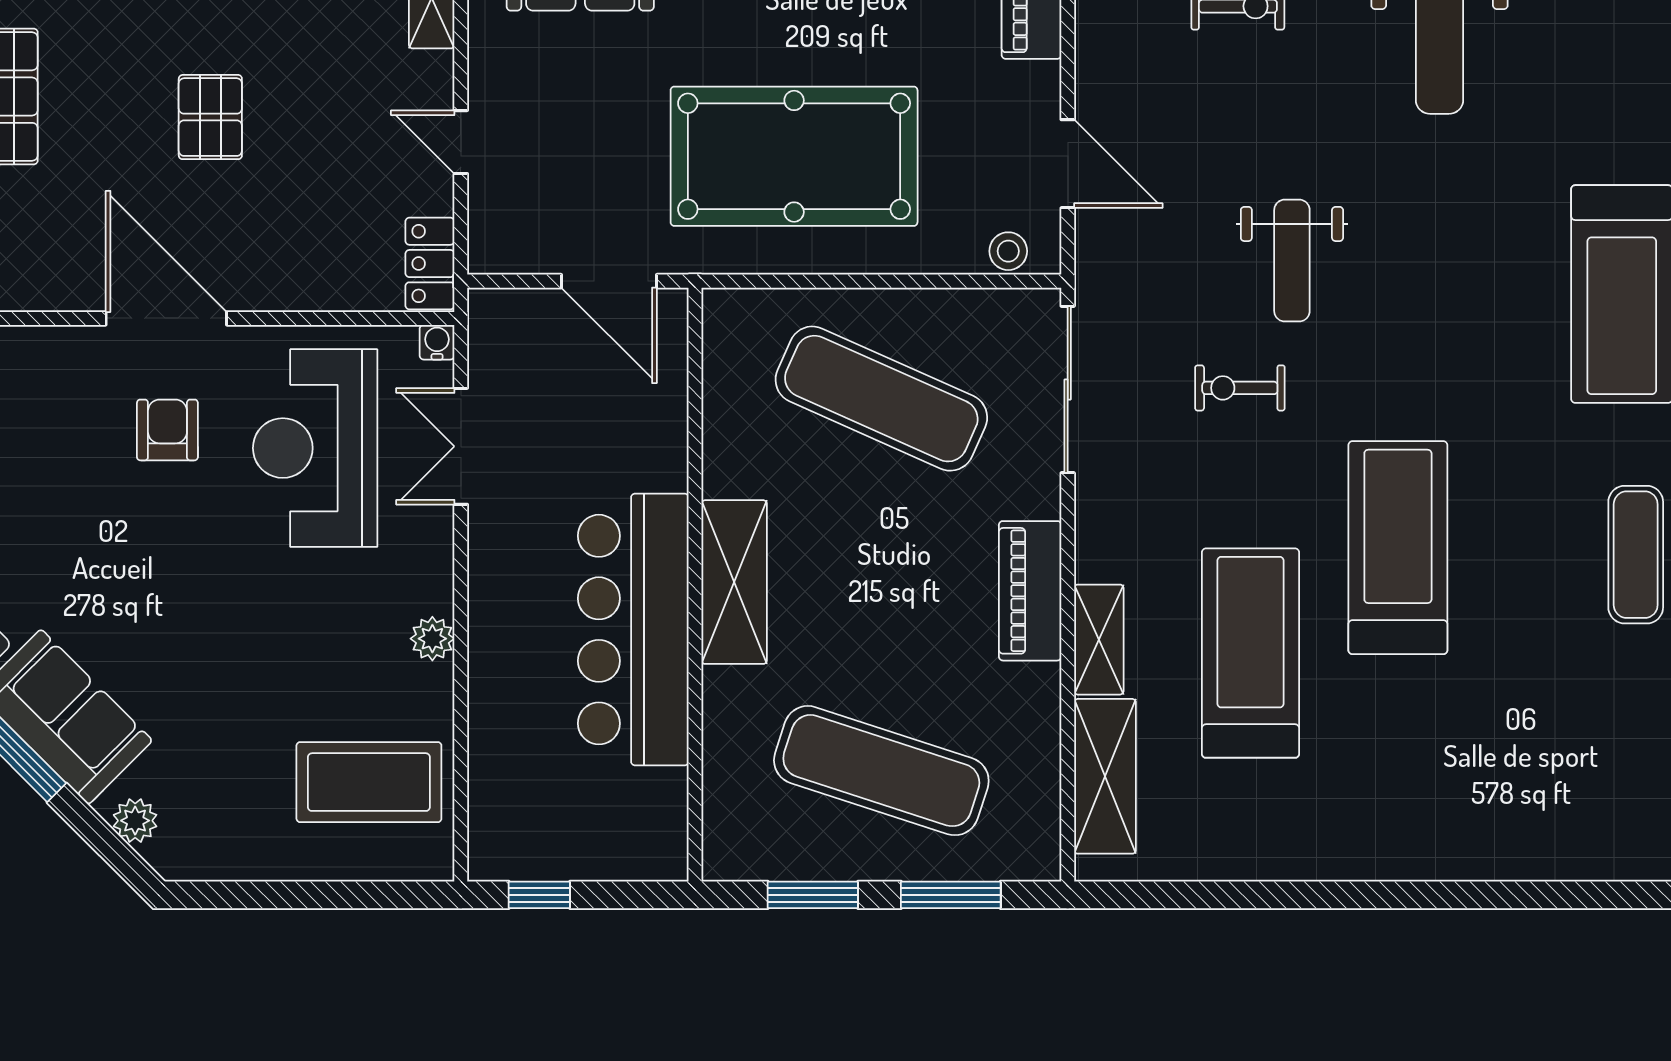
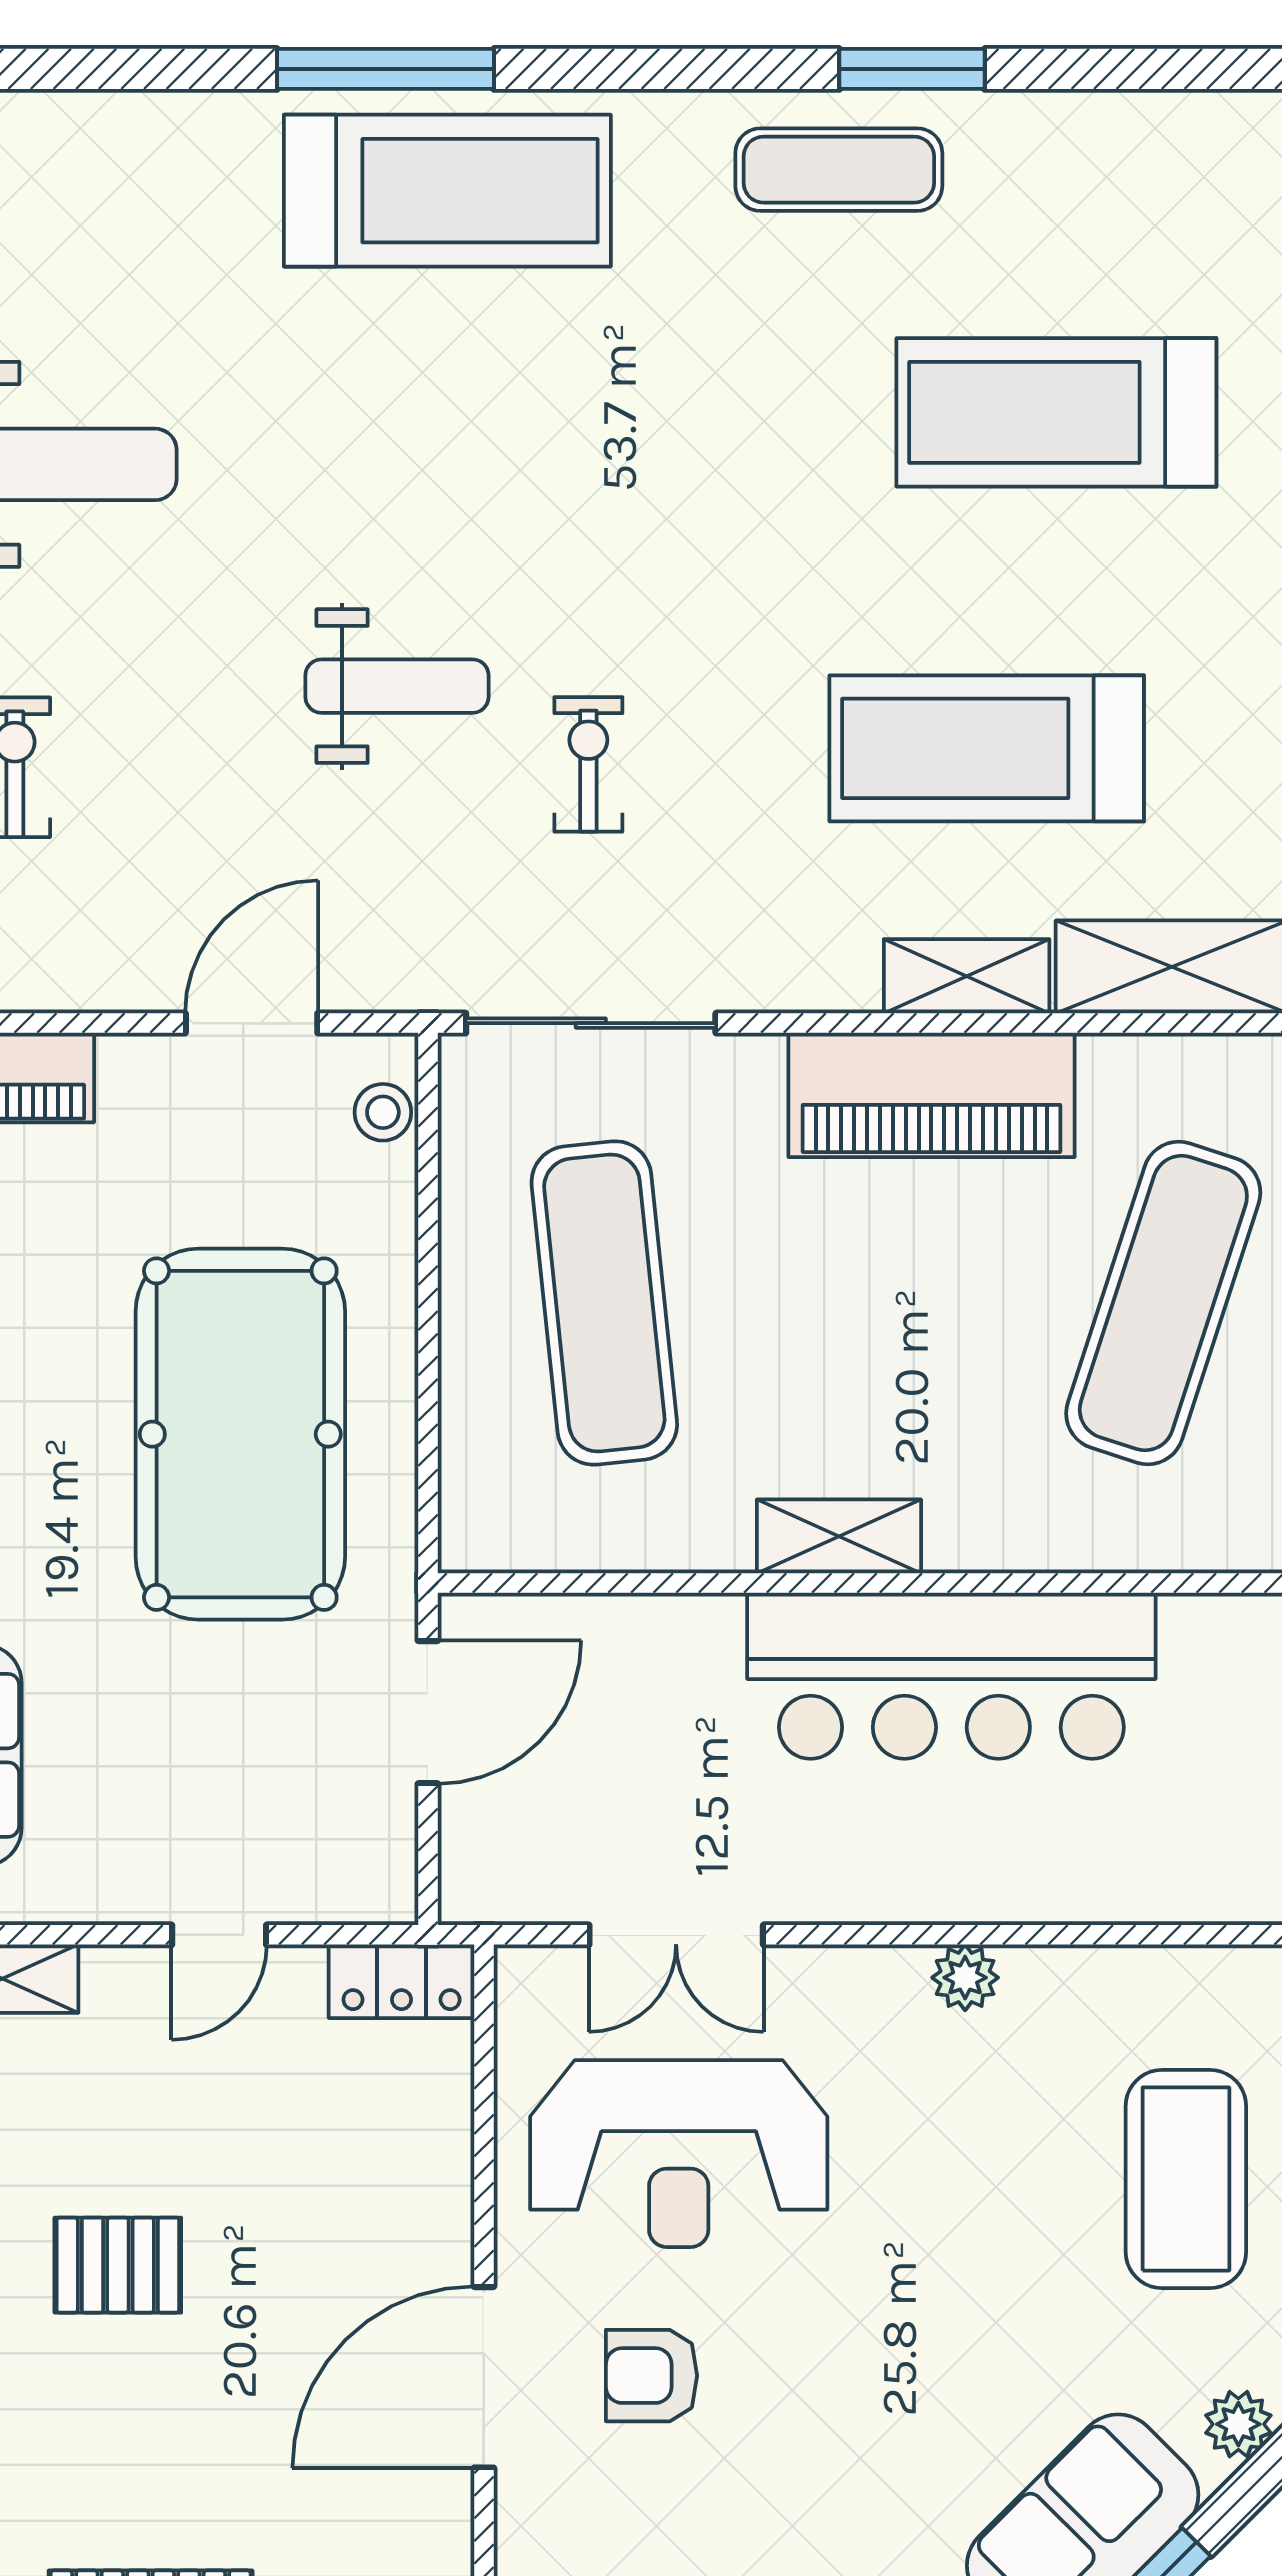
pallet: (210, 117) -> (118, 2265), moved
water cooler: (437, 342) -> (520, 1971), removed
exercise bike: (1240, 388) -> (588, 764), turned 180
exercise mat: (881, 399) -> (604, 1303), turned -30
treadmill: (1398, 548) -> (1056, 412), moved
shelving: (734, 582) -> (839, 1536), width x0.67, depth x0.75
piano: (1030, 591) -> (931, 1095), width x1.37, depth x1.33
coffee table: (369, 782) -> (1186, 2179), moved

